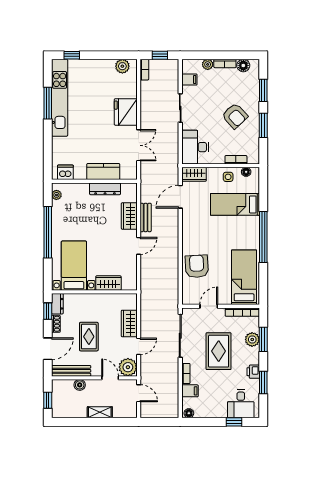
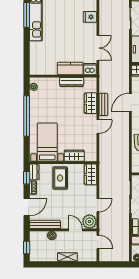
fridge: (126, 112) -> (90, 17), width x0.53, depth x0.75
dishwasher: (65, 172) -> (90, 69), moved
door: (180, 197) -> (130, 102), moved
wardrobe: (129, 323) -> (90, 174), moved
rug: (89, 337) -> (60, 178), moved

